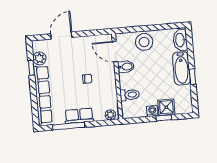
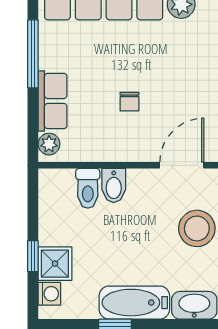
bidet: (126, 67) -> (114, 186), moved
washing machine: (152, 111) -> (49, 294), moved
row of seats: (79, 116) -> (53, 101), moved

